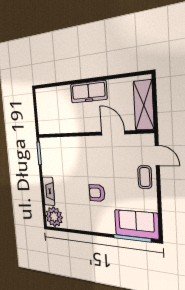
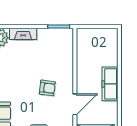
armchair: (97, 193) -> (47, 88), moved, turned 97

